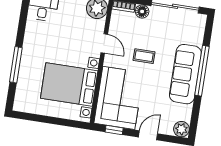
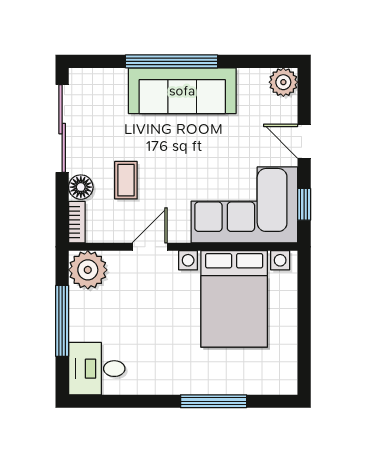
coffee table: (144, 56) -> (126, 180), moved

